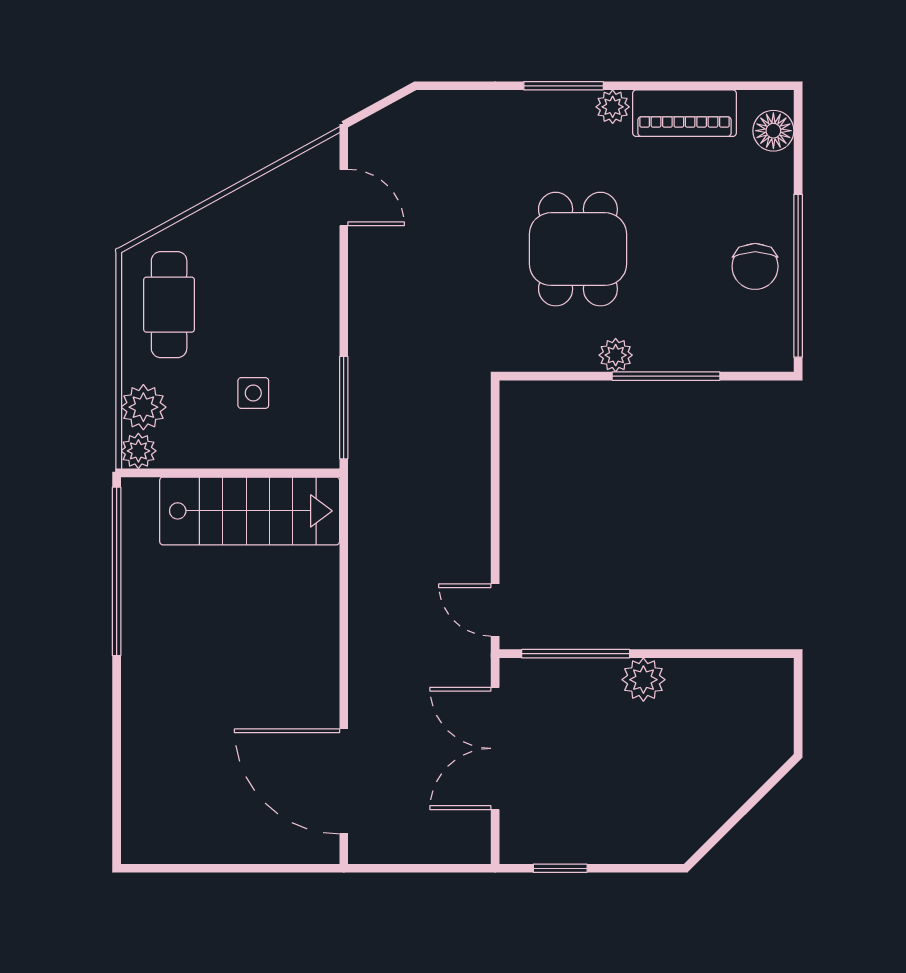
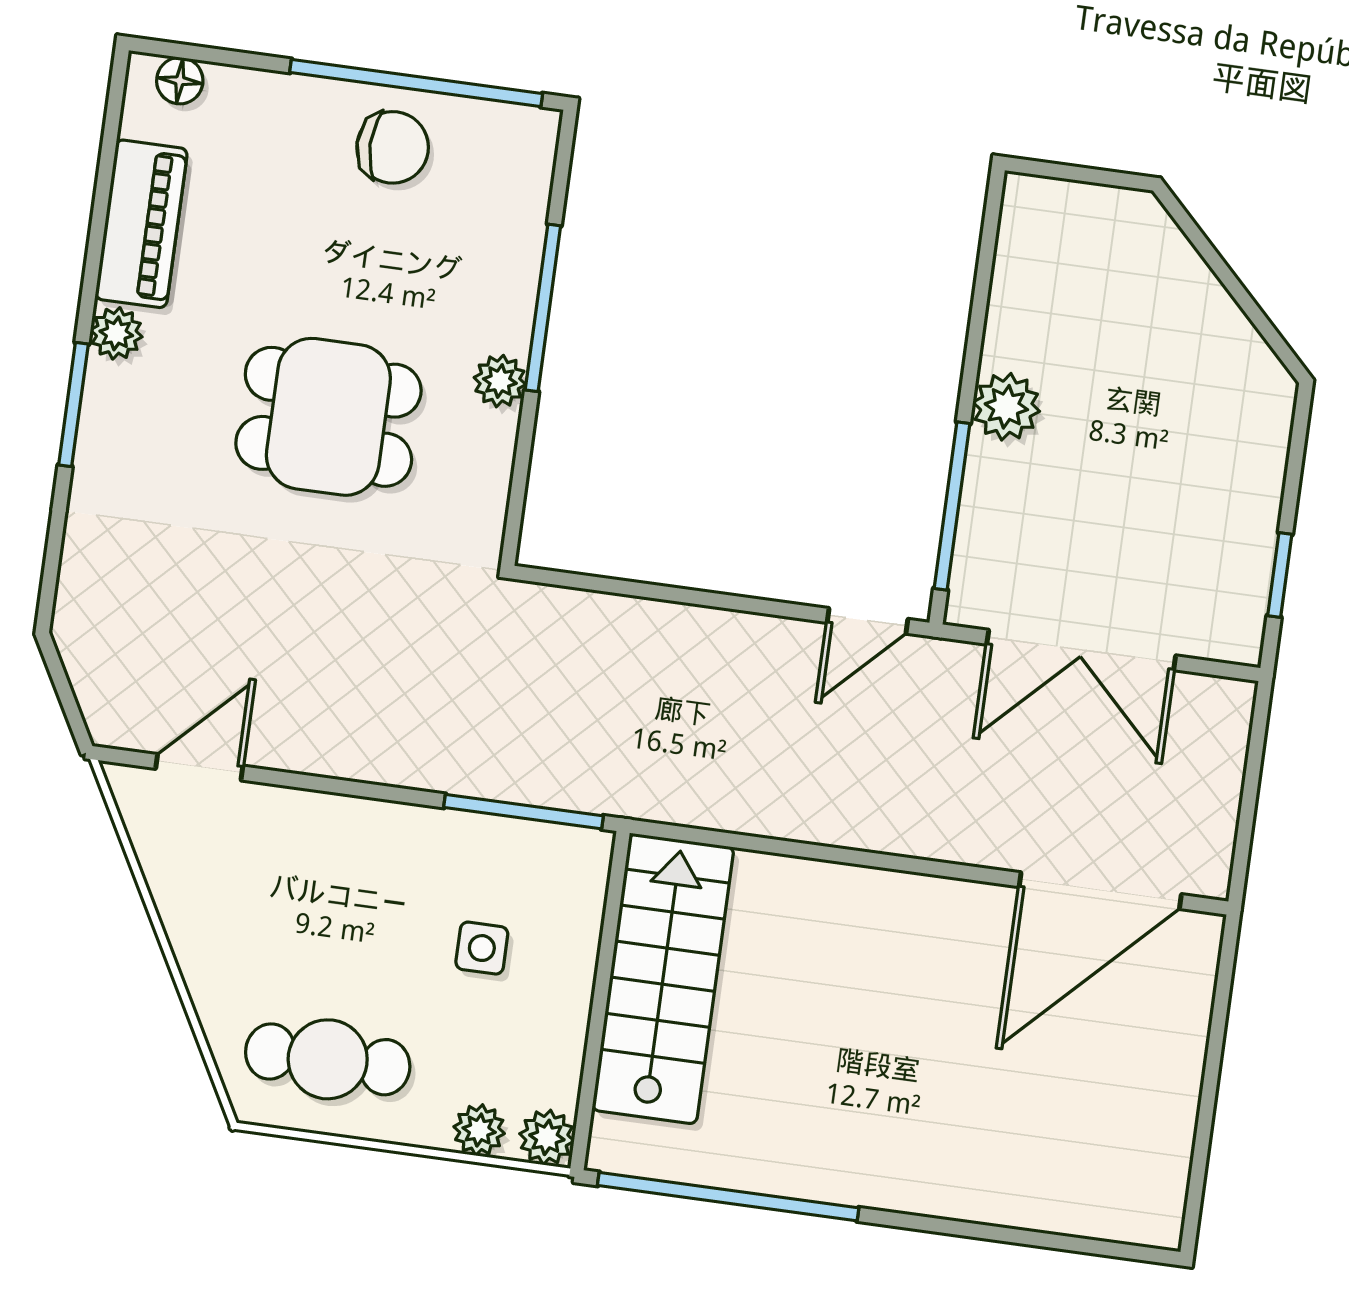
floor lamp: (773, 131) -> (180, 81), width x0.73, depth x0.73
plant: (143, 407) -> (479, 1130), width x0.73, depth x0.73

